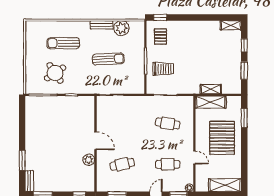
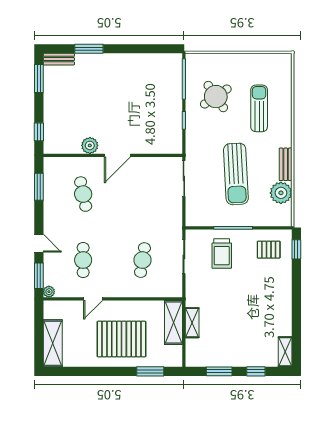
sun lounger: (108, 59) -> (236, 174), width x1.36, depth x1.34

